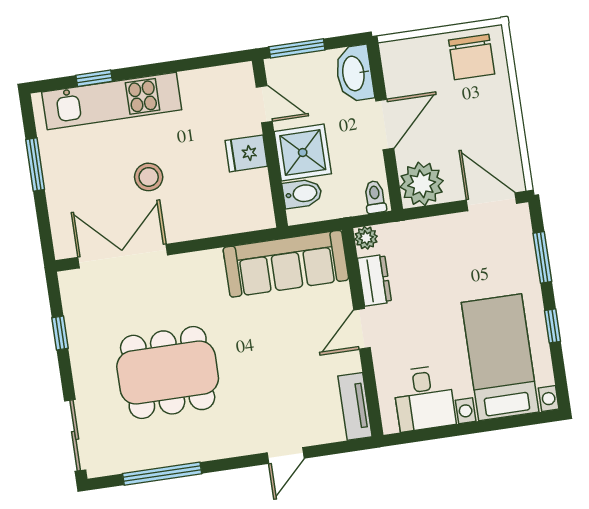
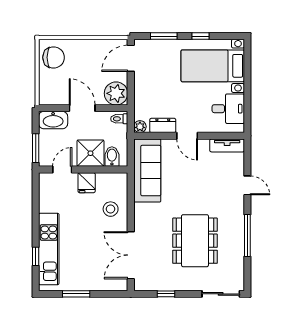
stool: (149, 177) -> (111, 209), moved
window: (162, 474) -> (247, 236), moved

